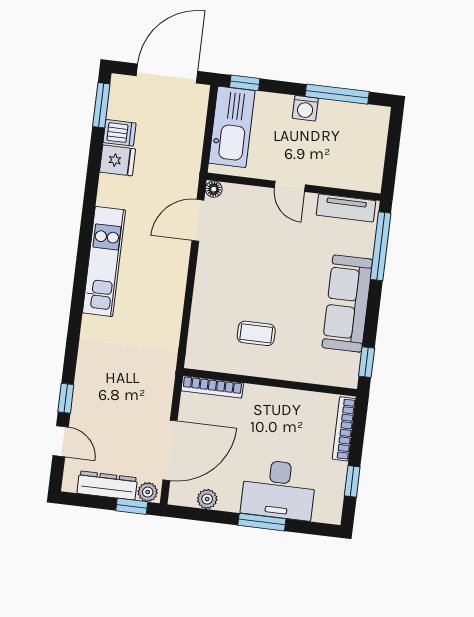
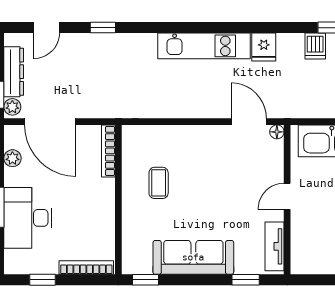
fridge: (117, 160) -> (264, 47), moved
window: (381, 246) -> (246, 280), width x0.46
window: (66, 398) -> (103, 28), moved

